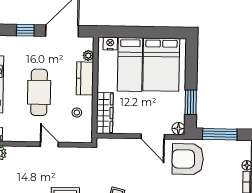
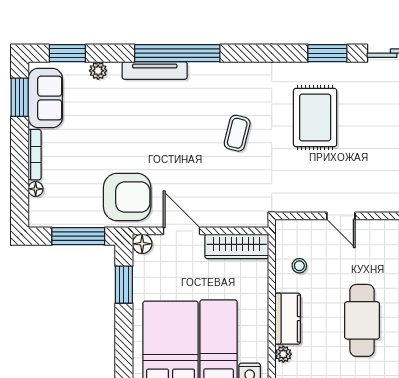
cafe table: (39, 92) -> (362, 320), moved
wardrobe: (105, 113) -> (237, 246), moved, turned -90

